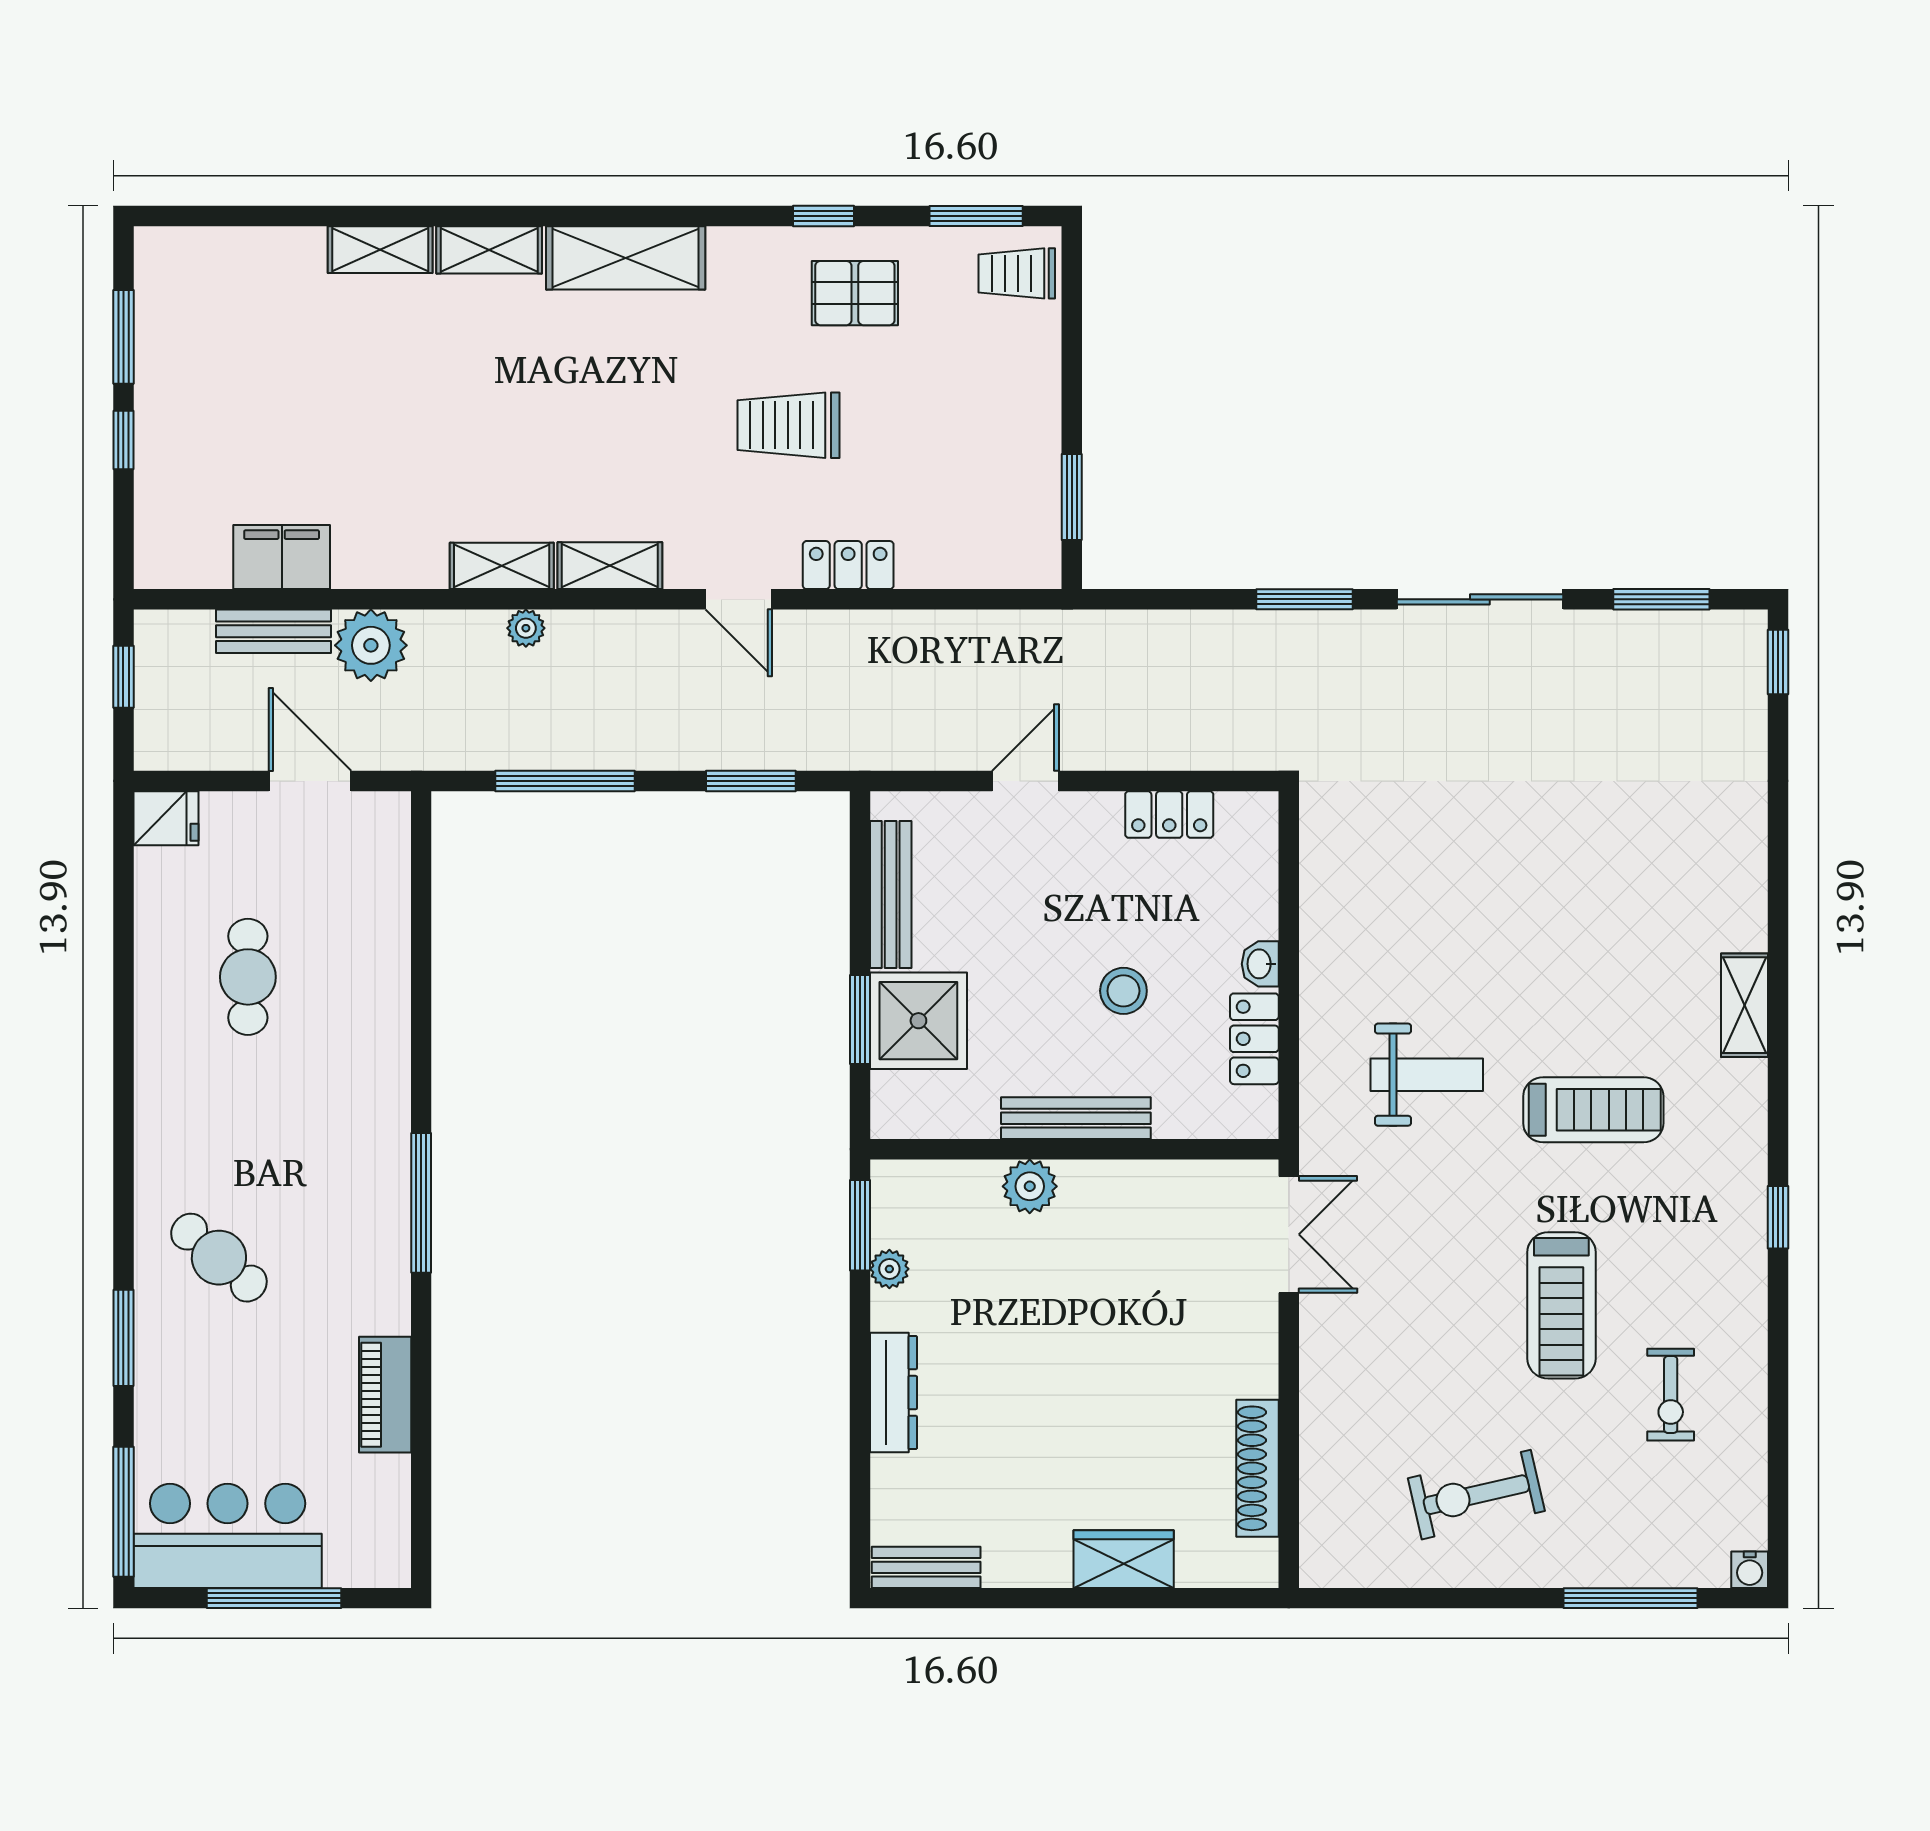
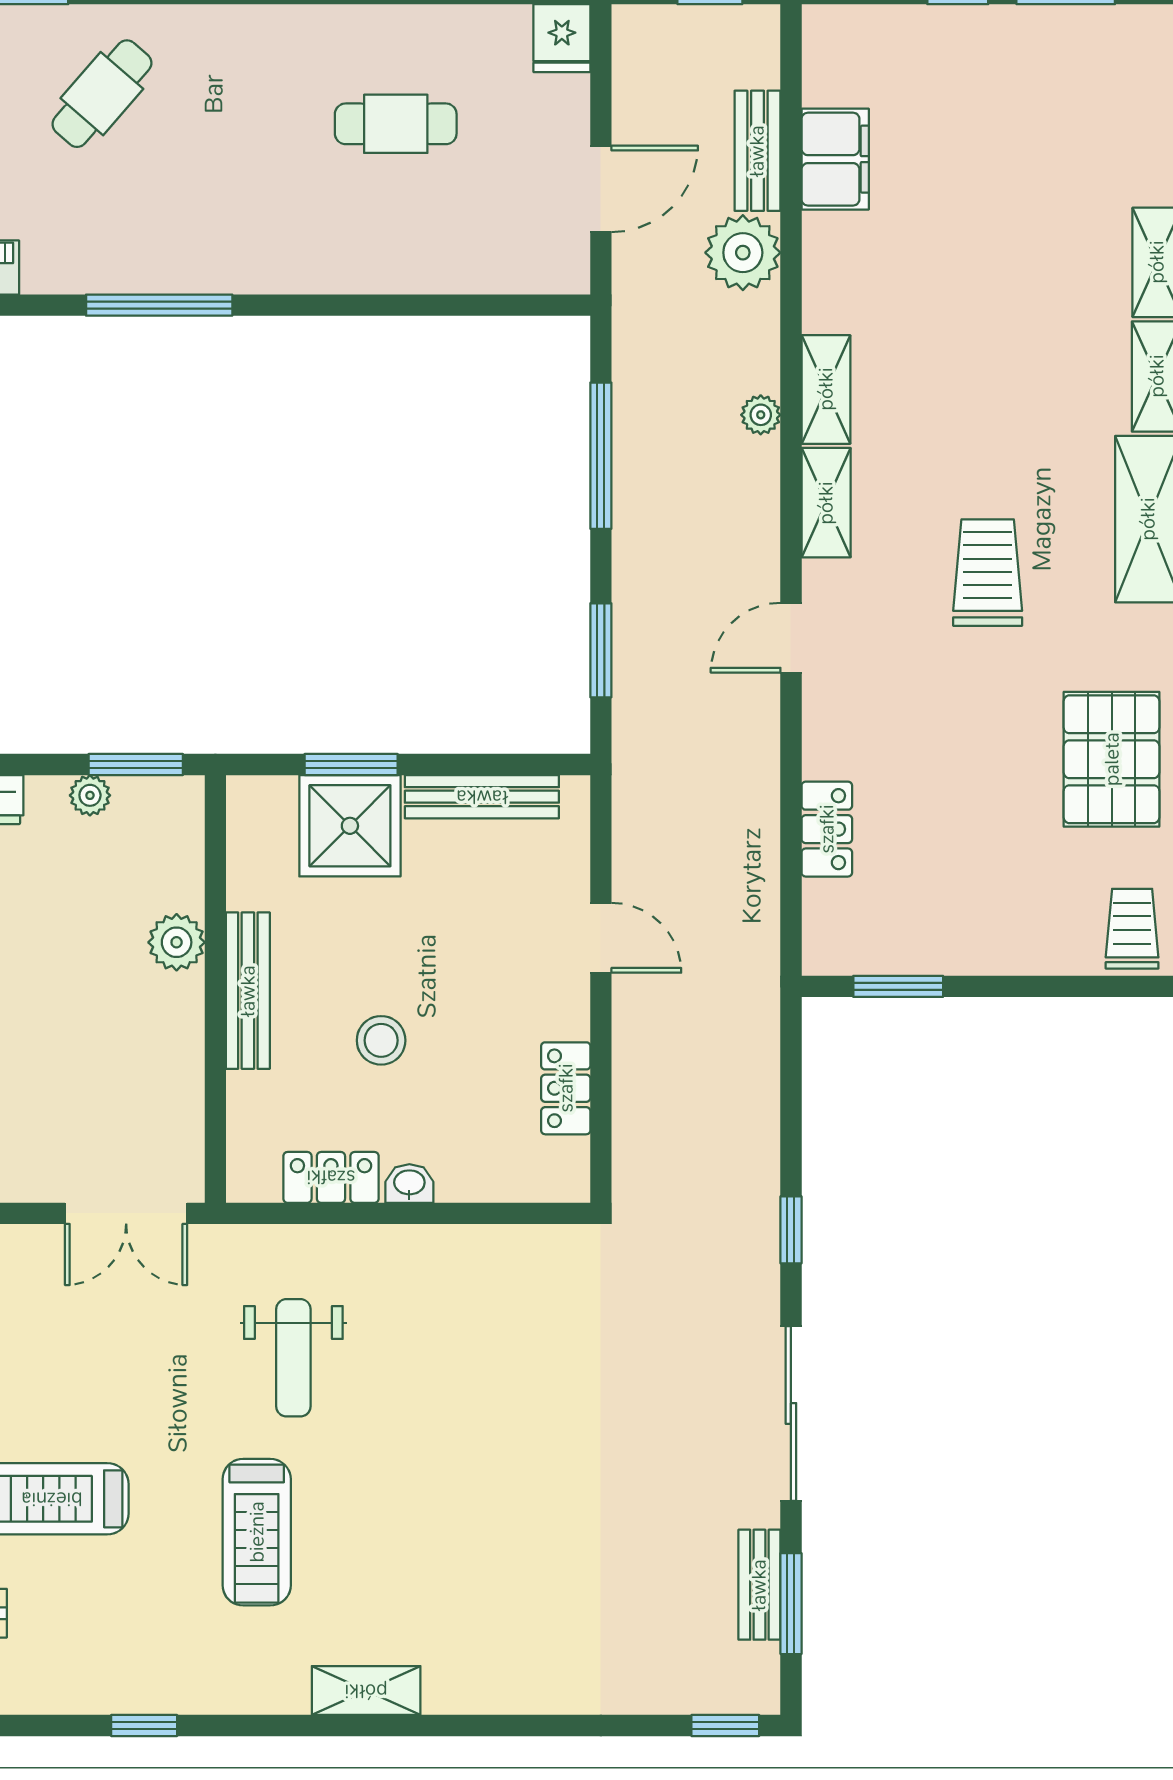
pallet: (855, 293) -> (1112, 759), width x1.50, depth x1.42
trolley: (789, 425) -> (988, 573), moved
locker: (848, 565) -> (827, 829), moved
window: (1305, 599) -> (791, 1230), width x0.67
bench: (1643, 629) -> (759, 1585), added

